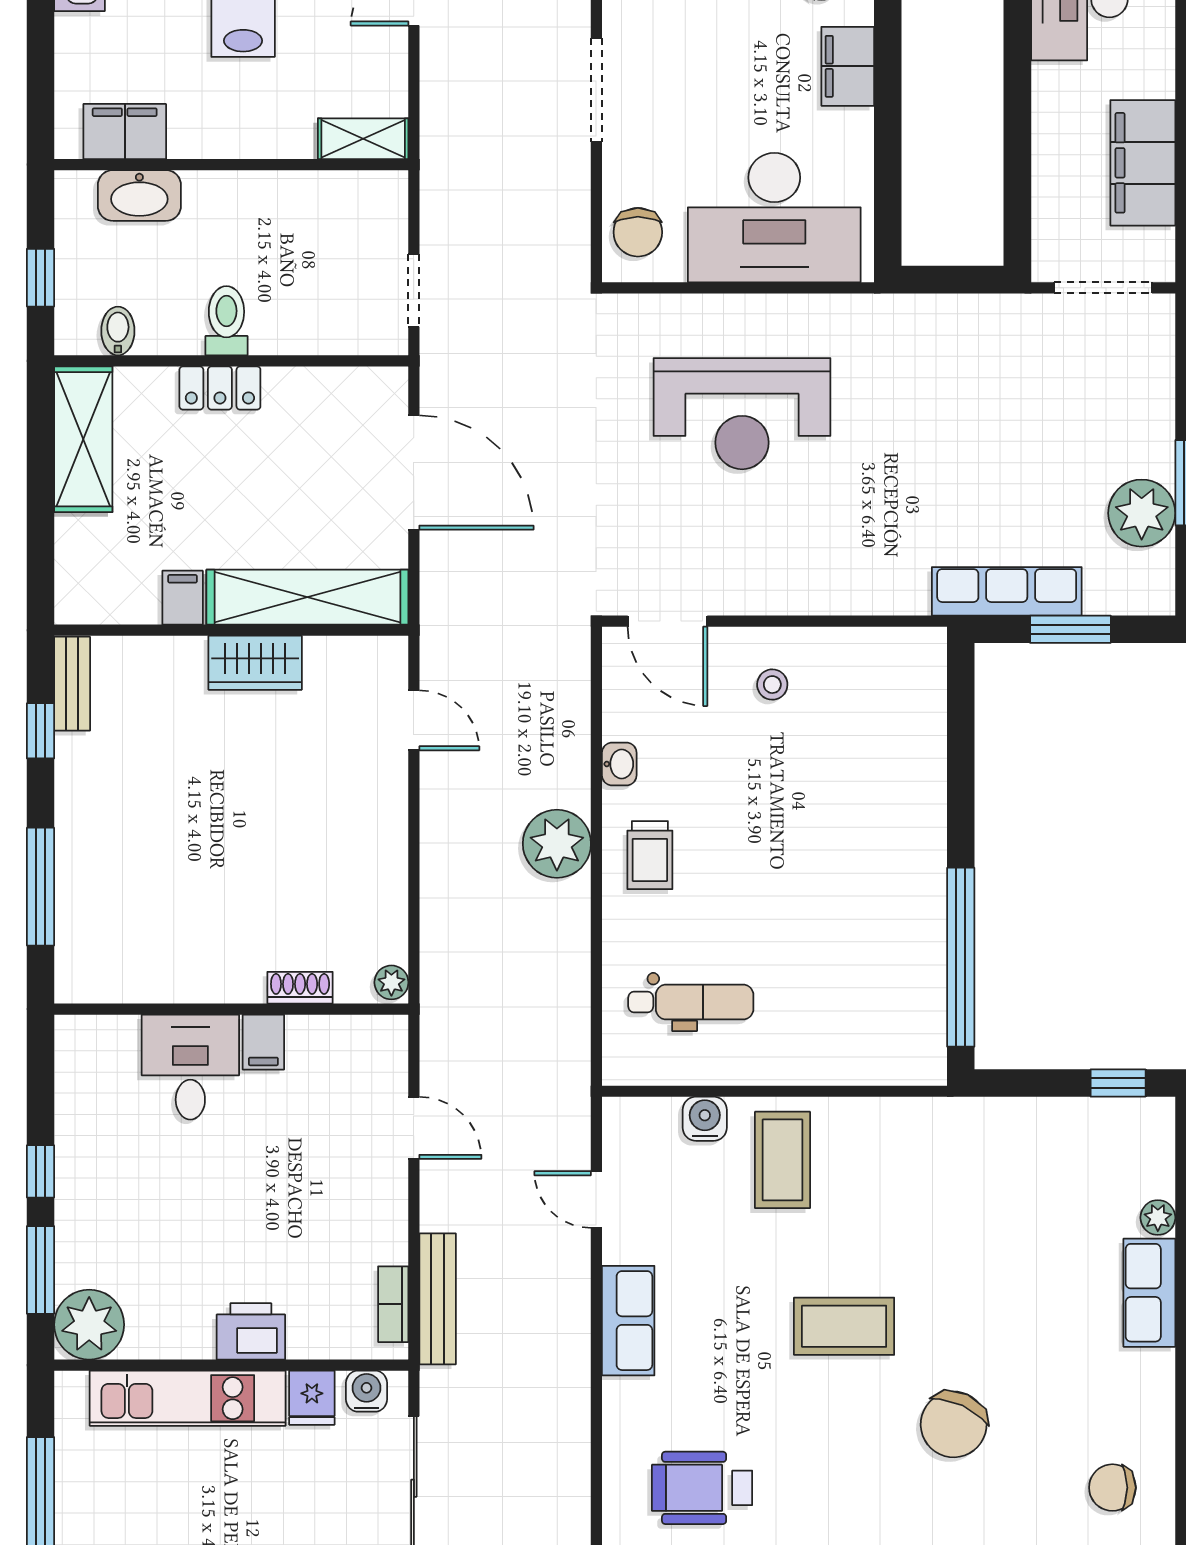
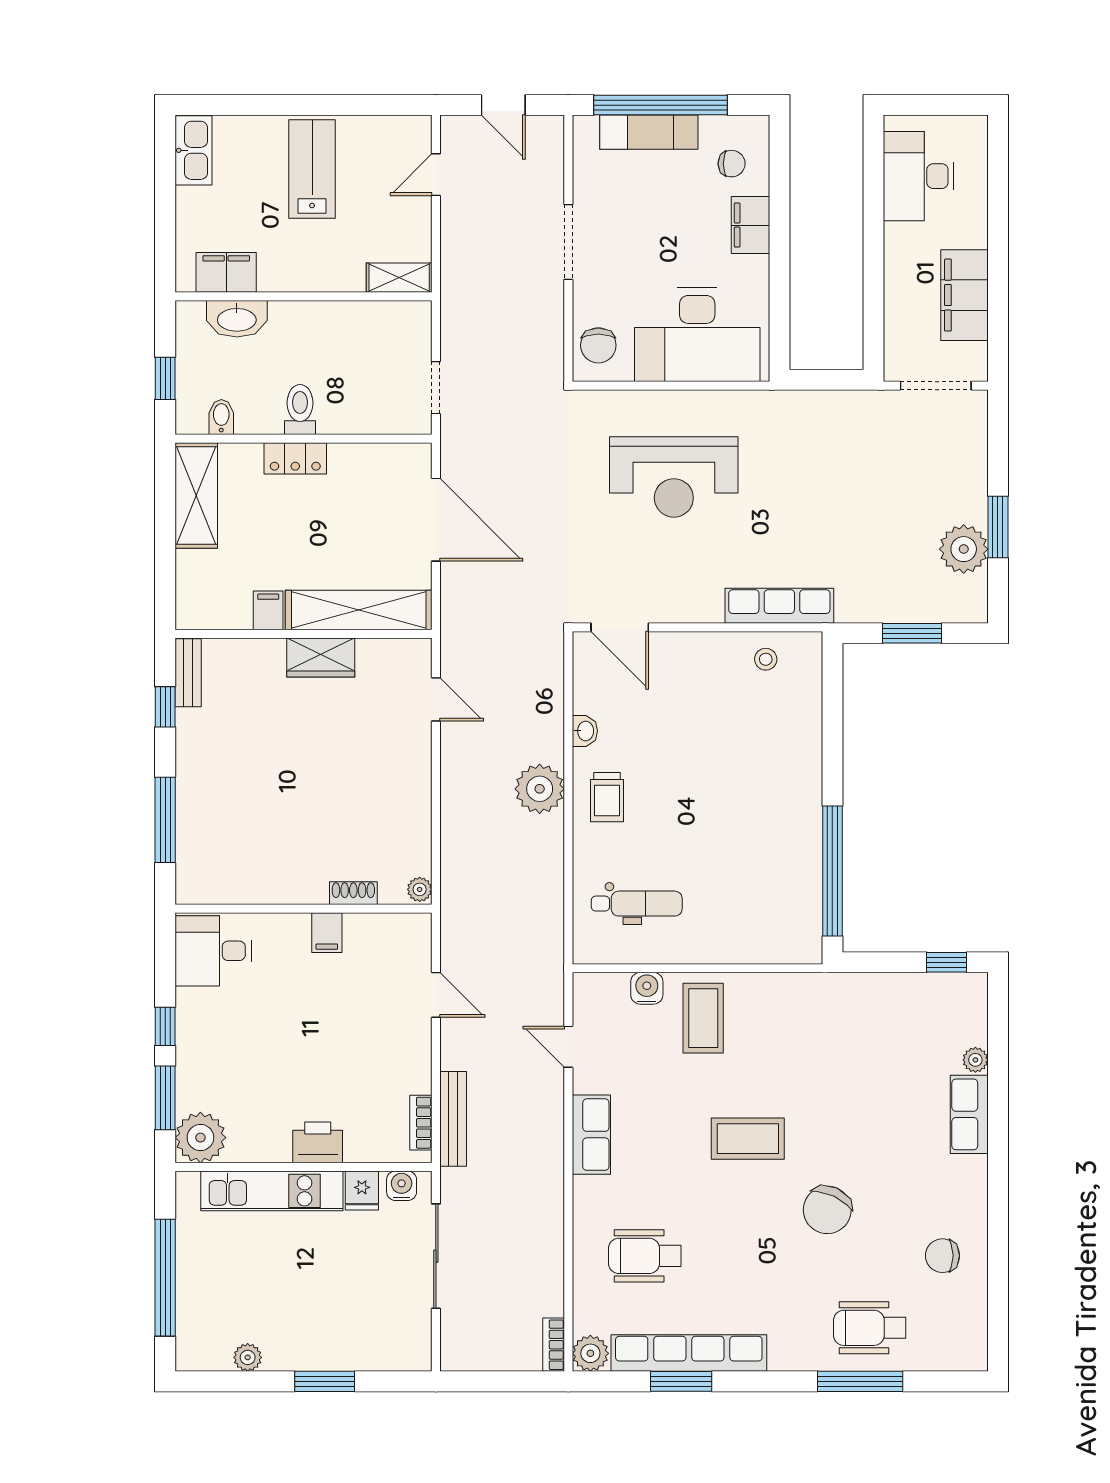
row of seats: (1007, 591) -> (779, 606), moved
stool: (772, 685) -> (766, 659), moved
desk: (190, 1067) -> (213, 951), moved, turned -90

